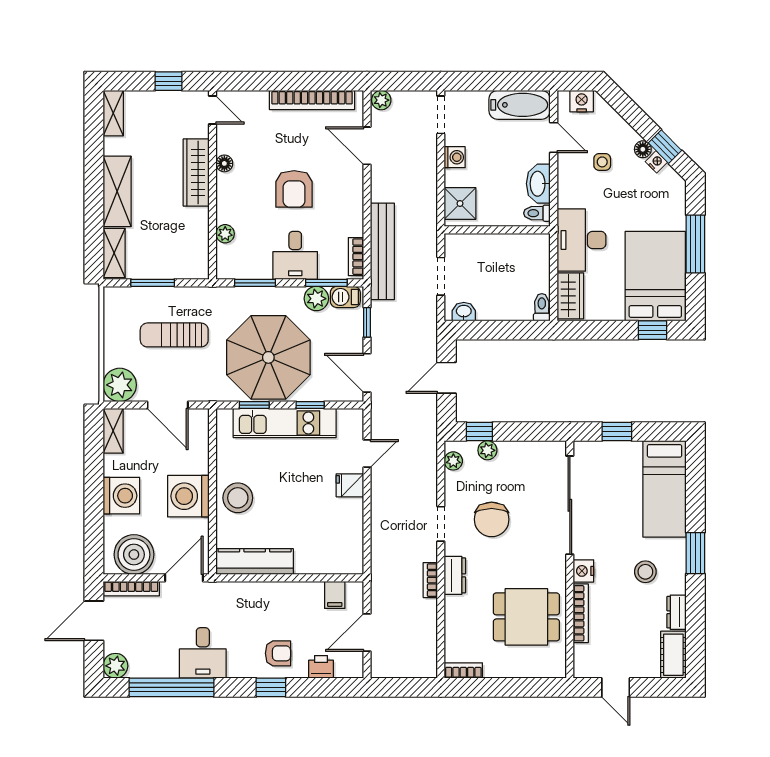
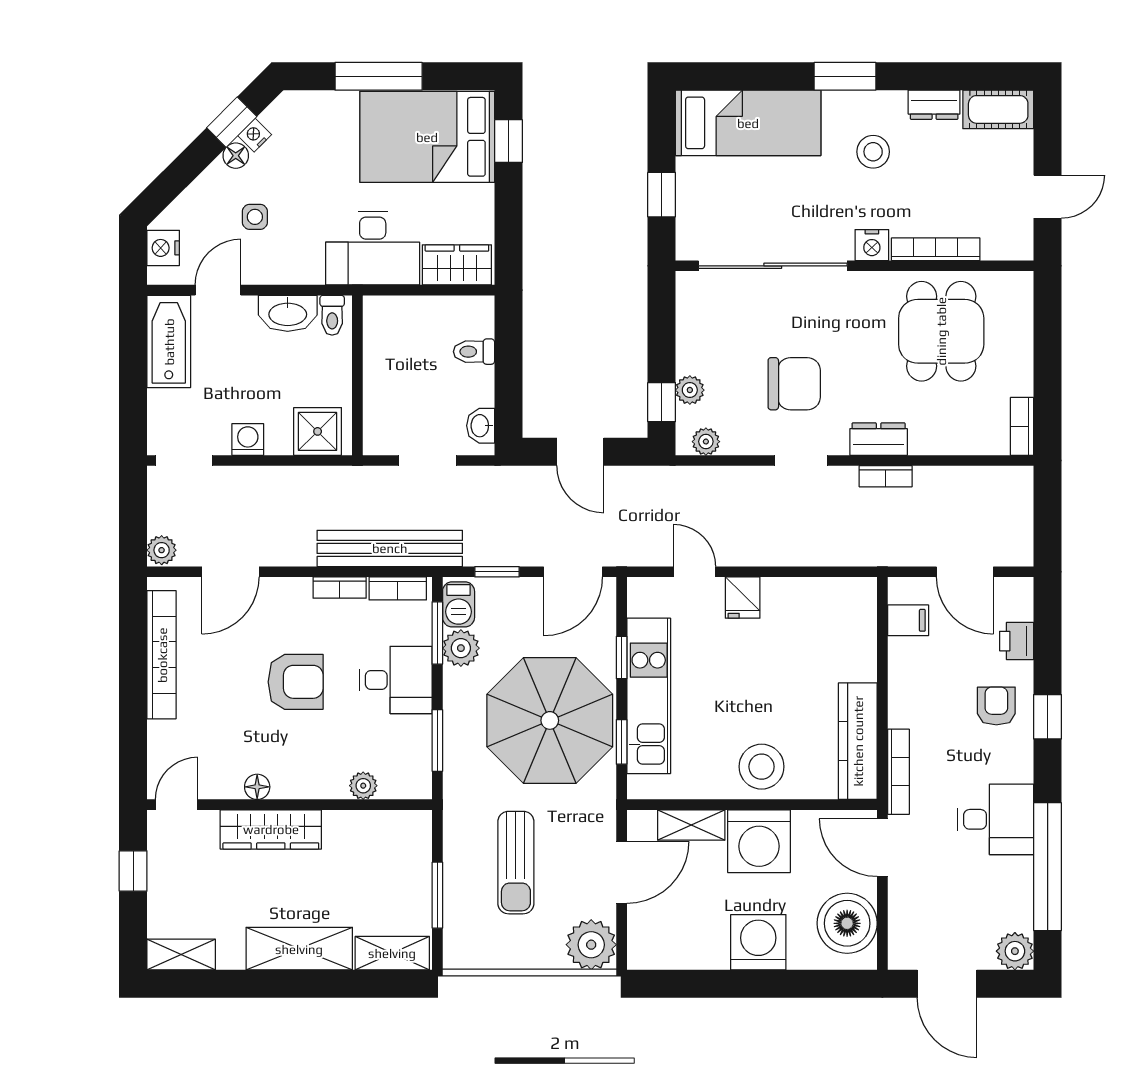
bookcase: (356, 218) -> (340, 588), added
toilet: (542, 307) -> (474, 352), moved
shelving: (113, 431) -> (691, 825), moved
bookcase: (131, 589) -> (898, 772), moved

